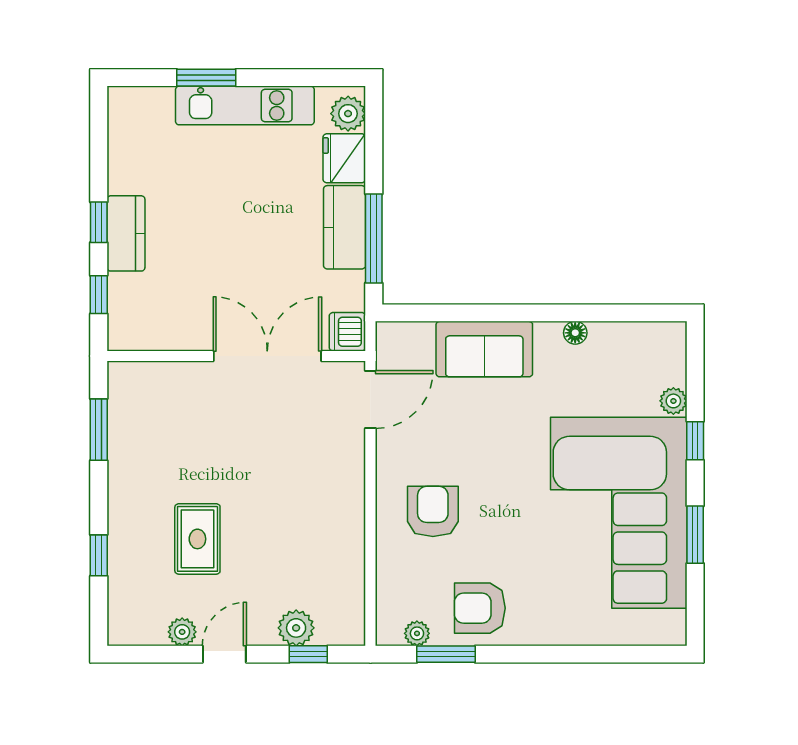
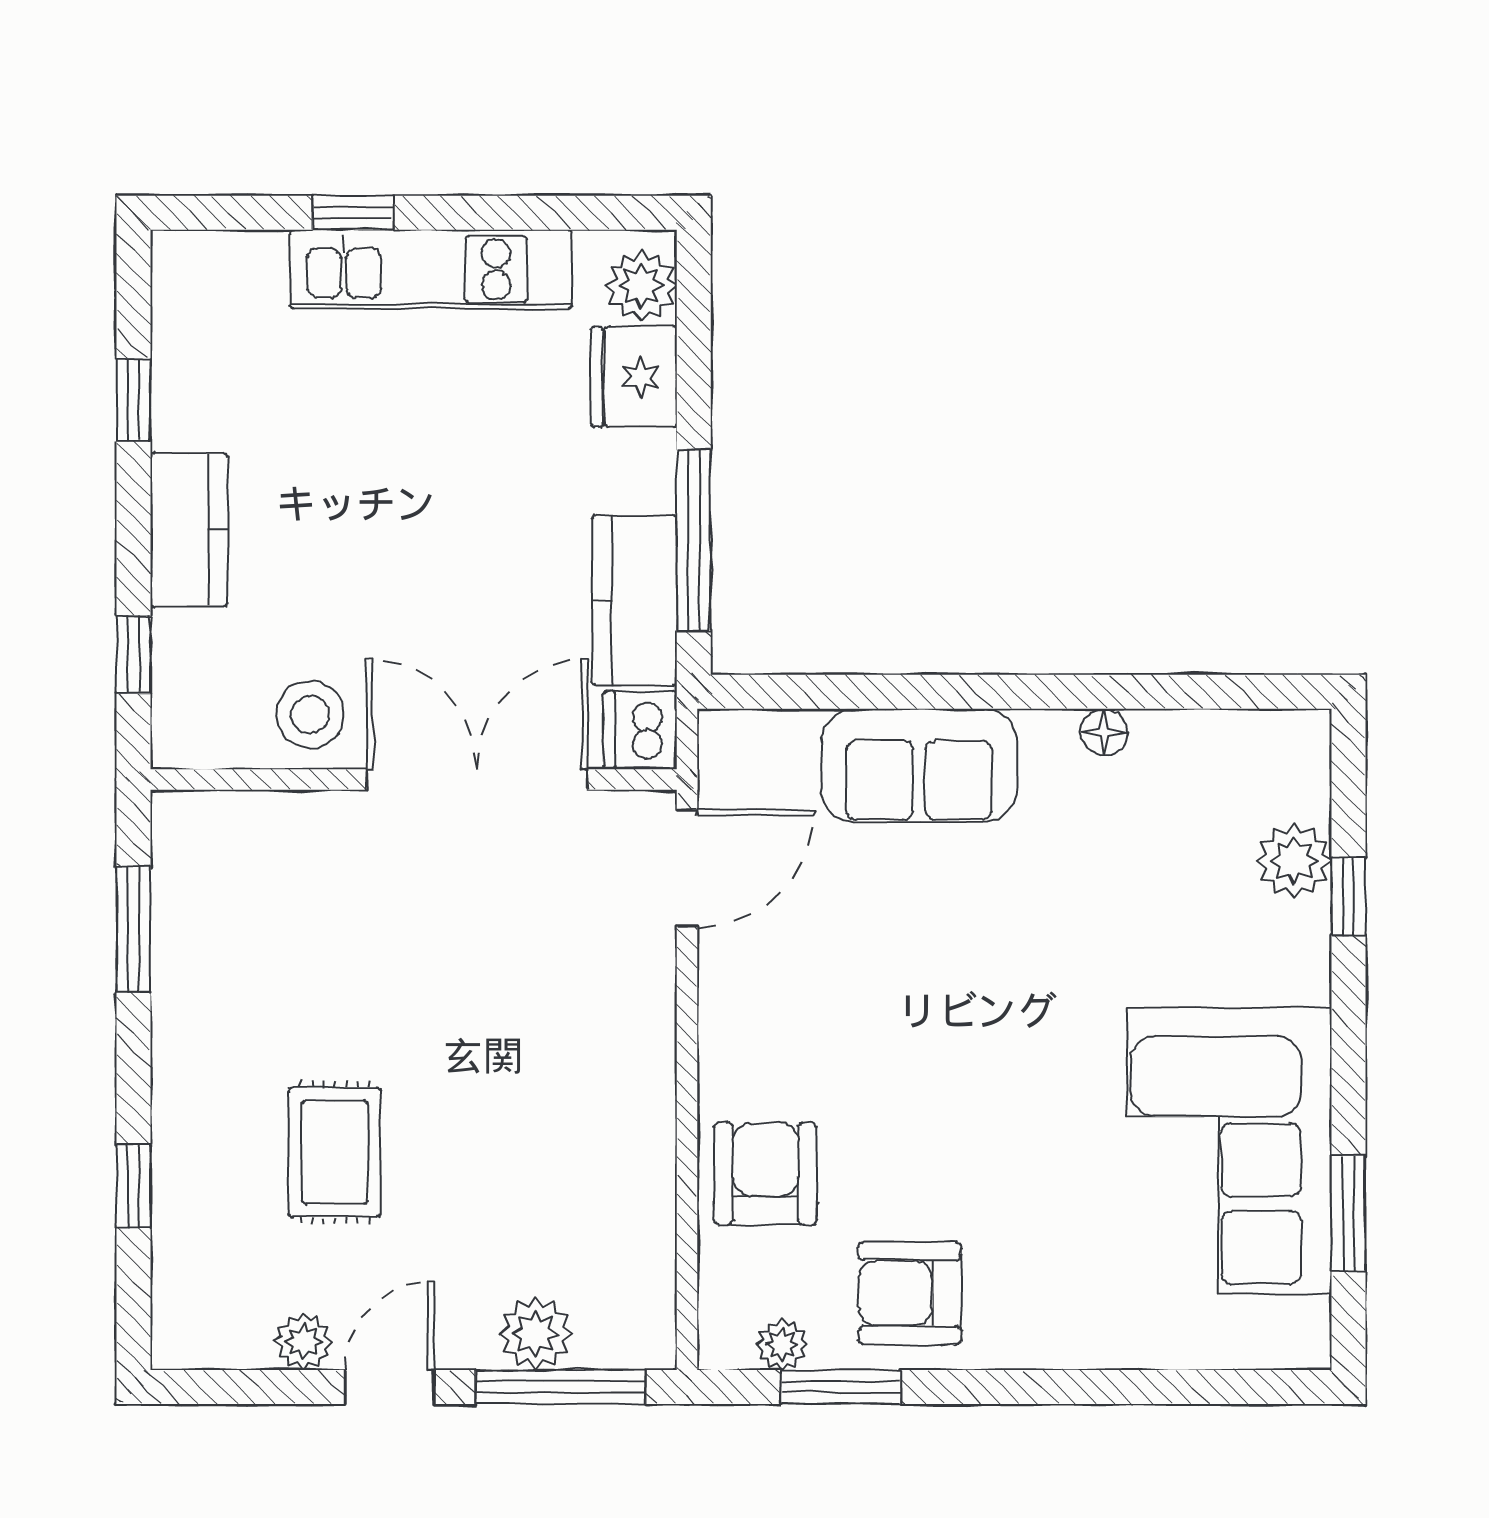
window: (206, 78) -> (353, 213), width x0.67
window: (99, 222) -> (134, 400), moved
kitchen counter: (345, 227) -> (634, 600), moved
stool: (185, 324) -> (310, 714), added
plant: (673, 401) -> (1294, 861), width x1.38, depth x1.38
window: (695, 441) -> (1348, 897), moved
armchair: (433, 511) -> (765, 1174), moved
corner sofa: (619, 513) -> (1229, 1151), width x0.73, depth x0.74
window: (695, 535) -> (1348, 1214), moved
window: (308, 654) -> (560, 1387), width x2.17

